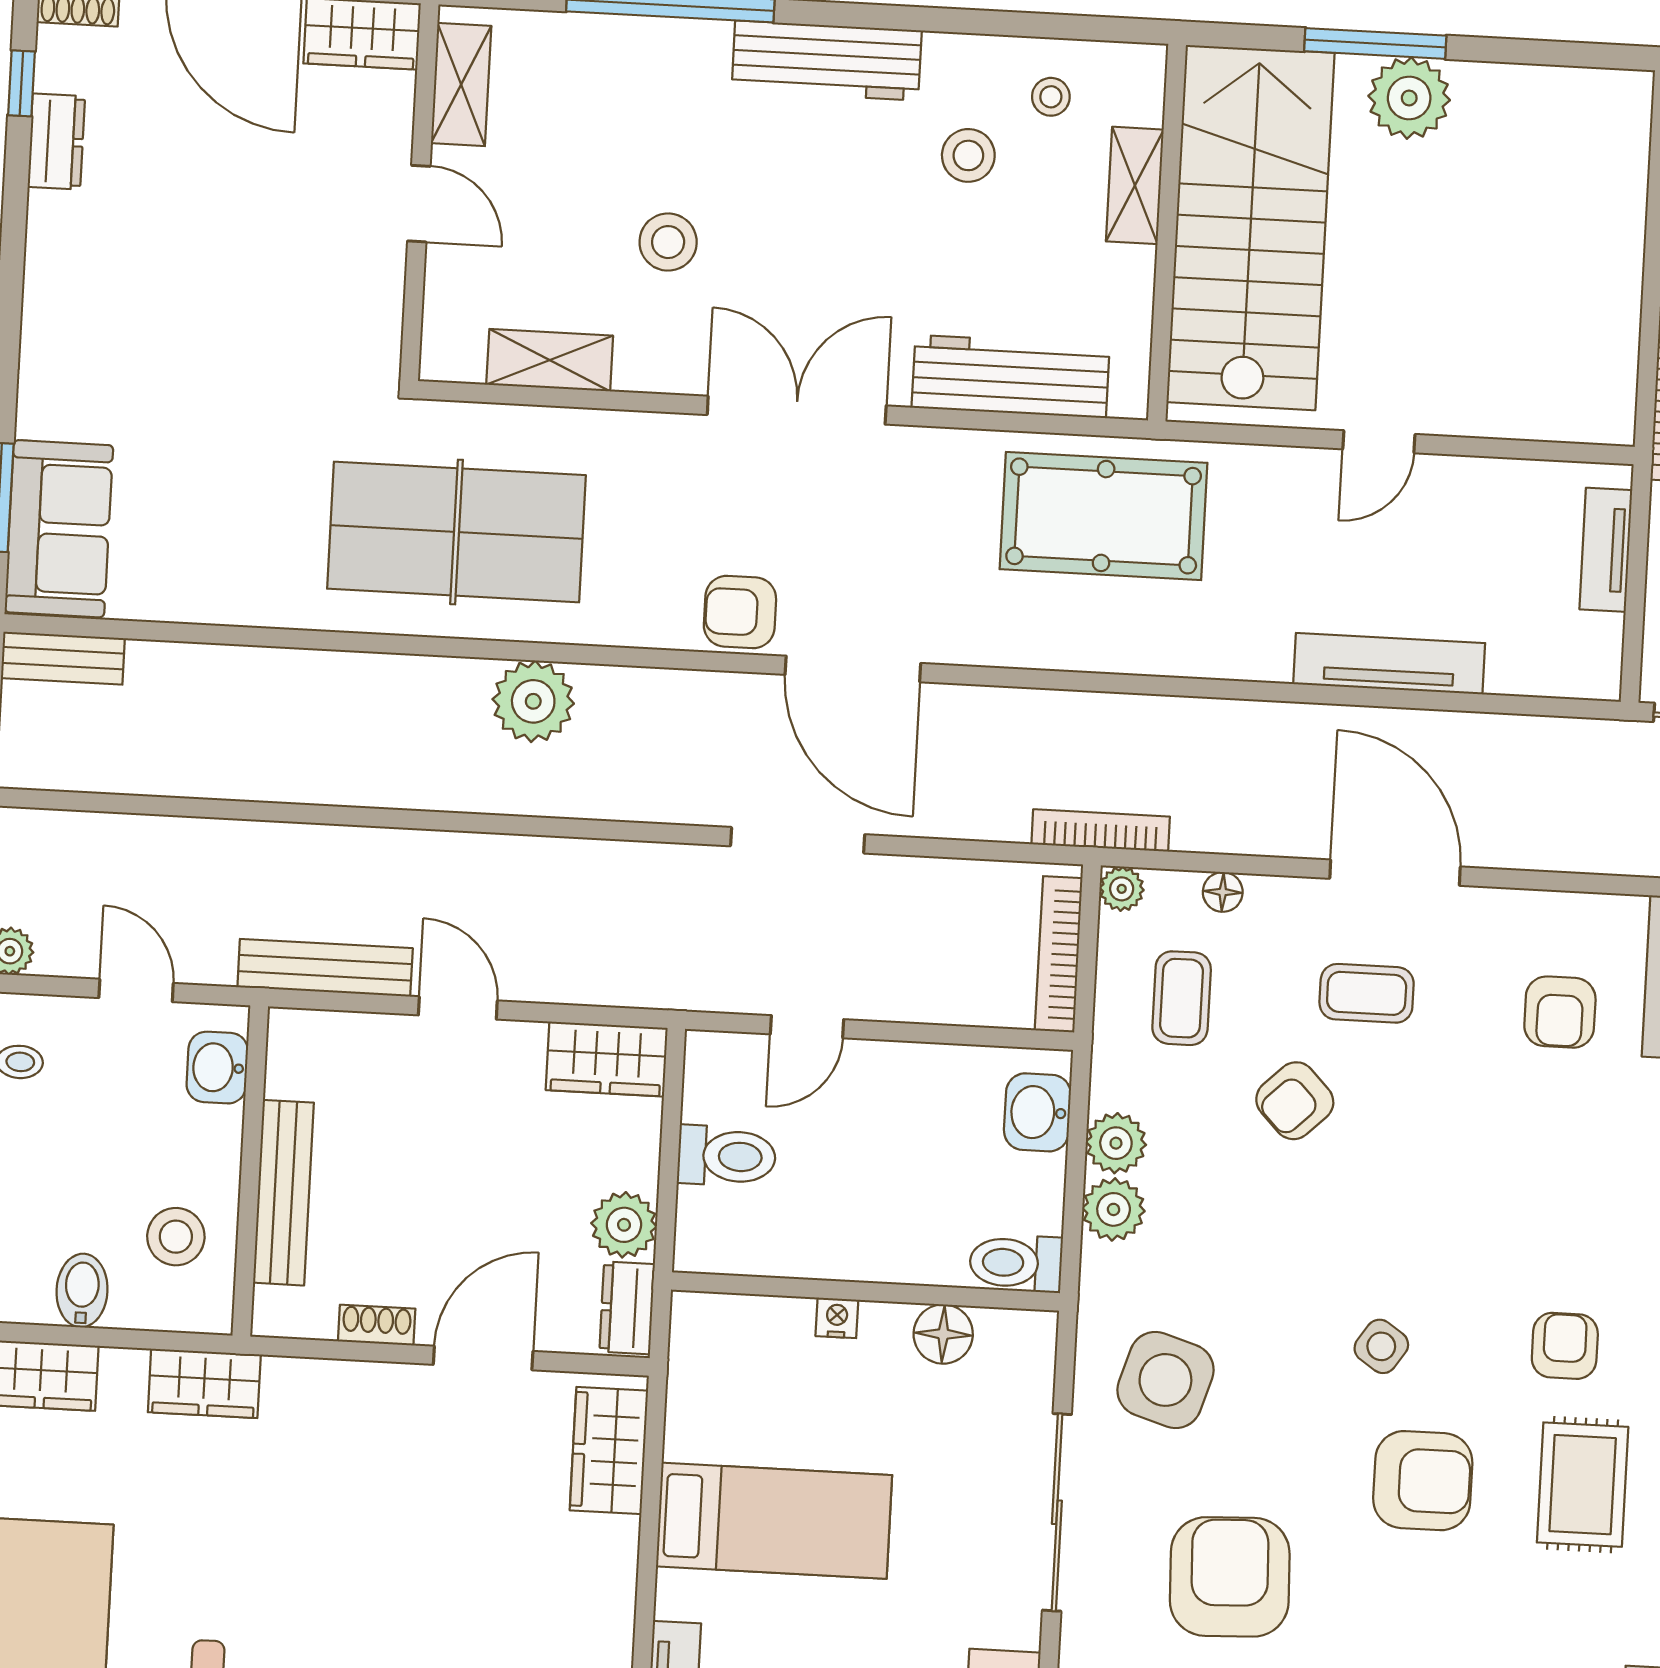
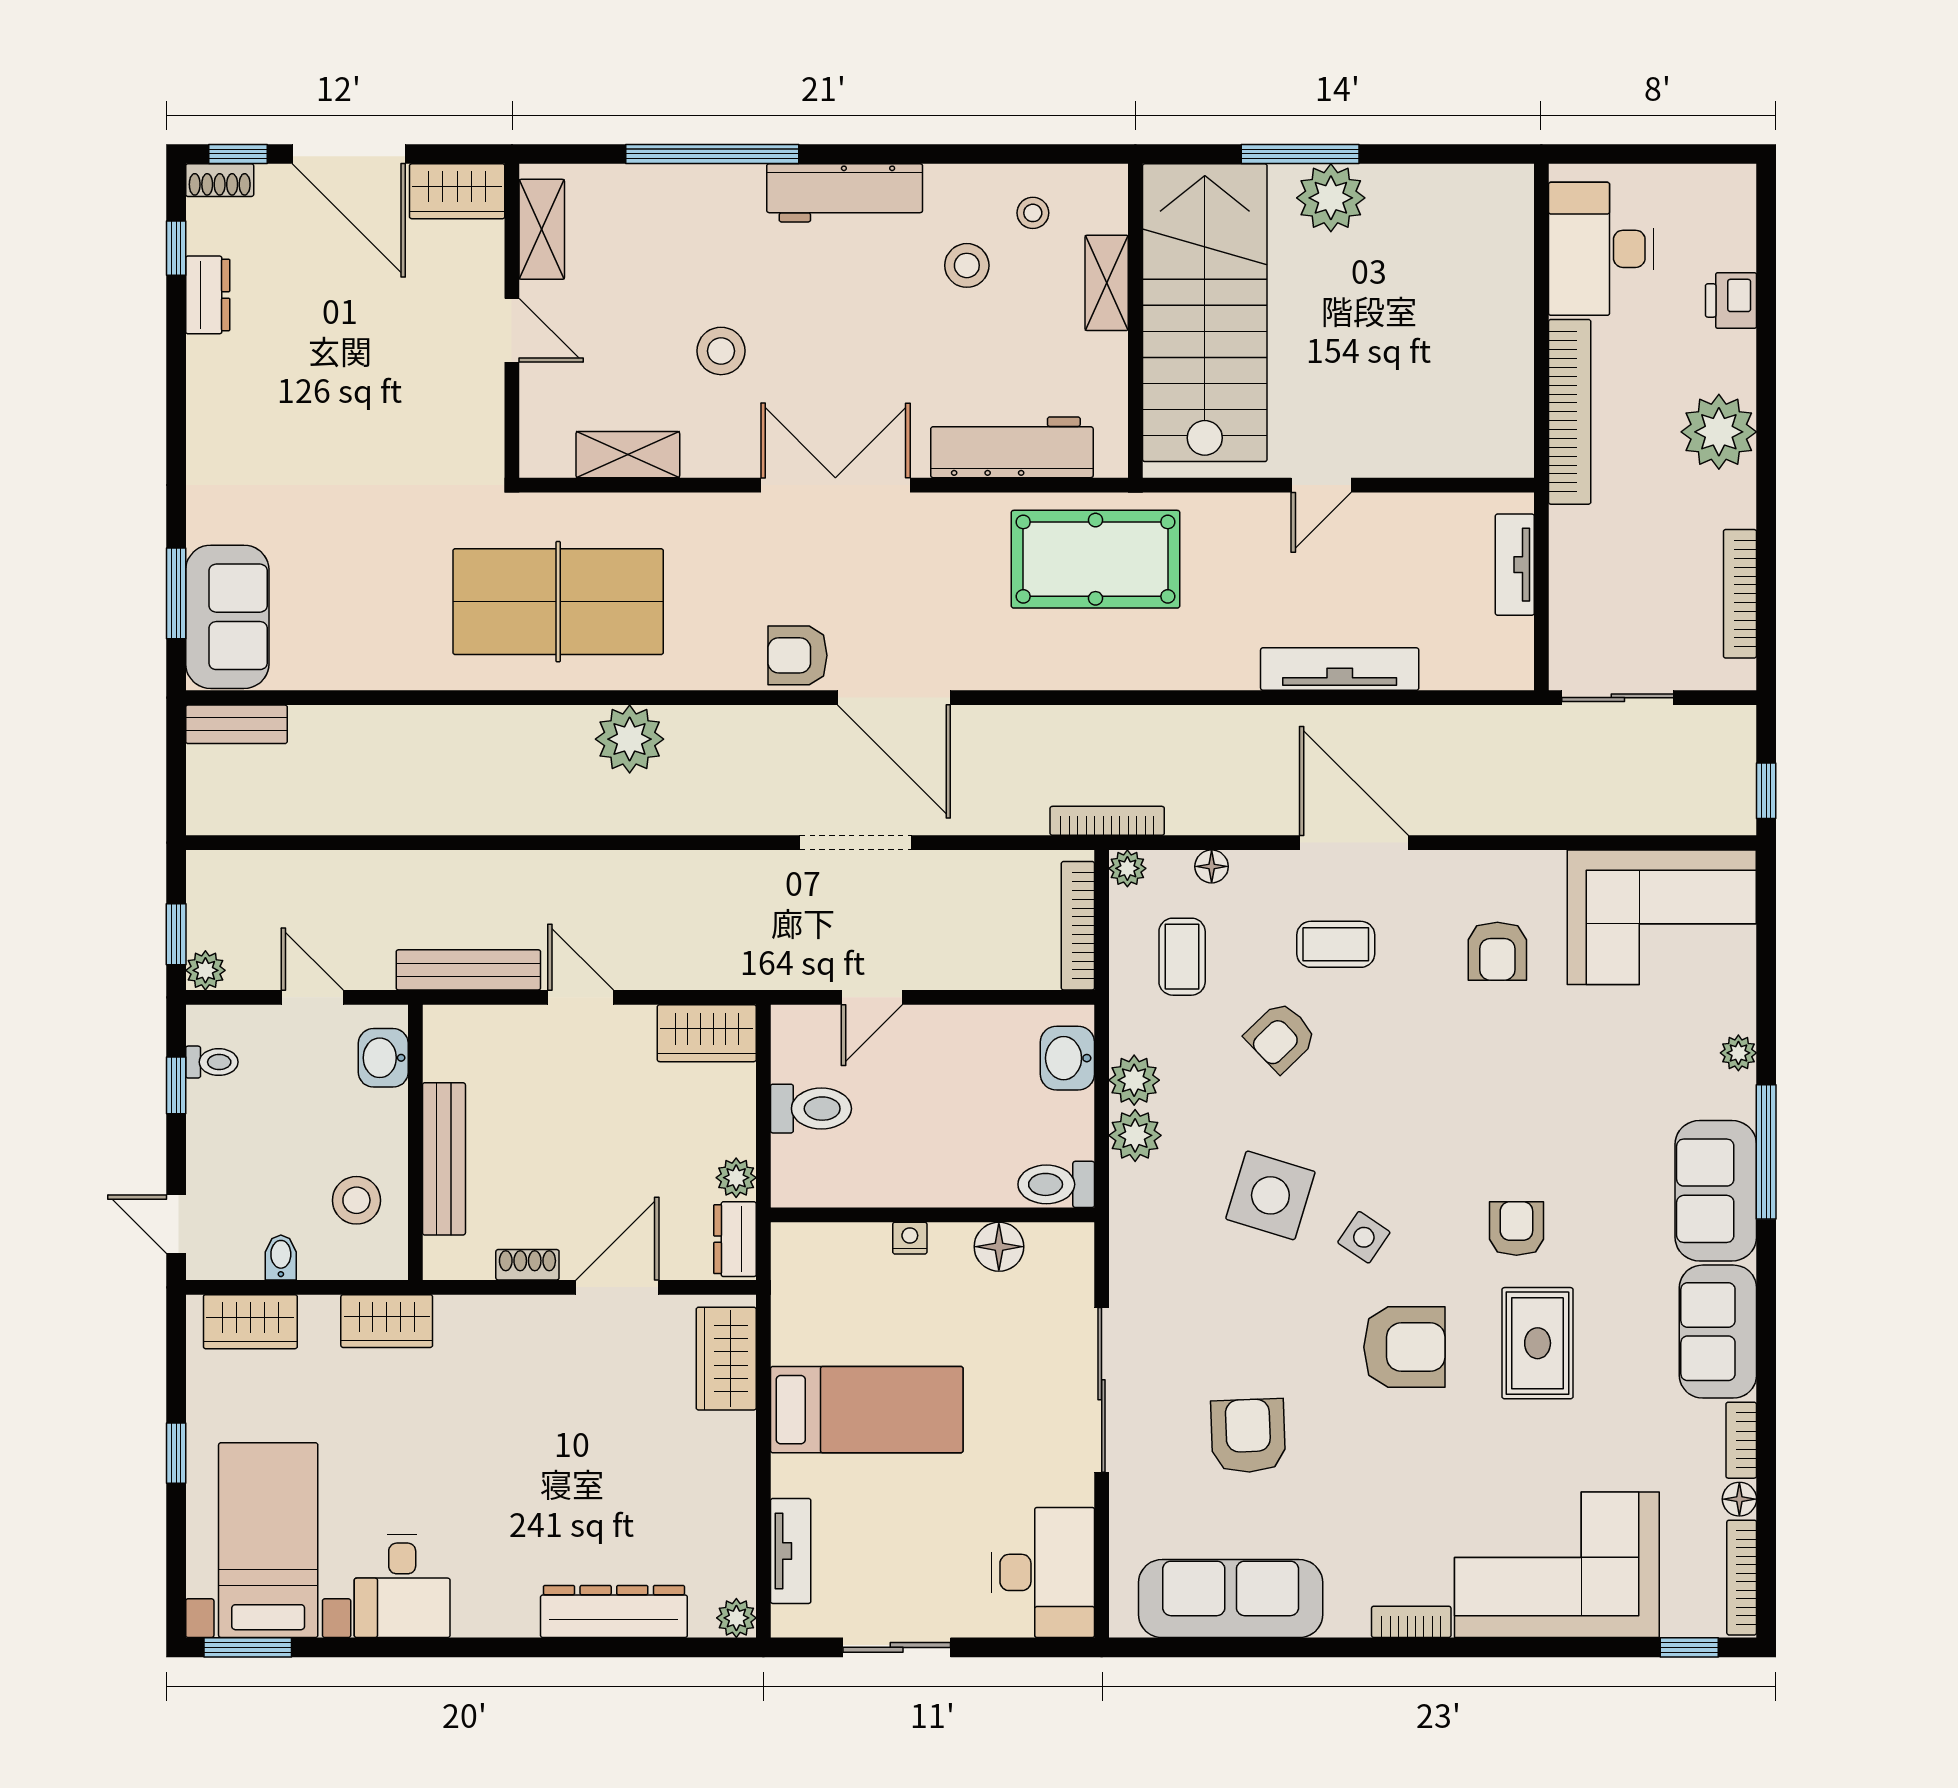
plant: (624, 1225) -> (736, 1178), width x0.73, depth x0.73
bidet: (82, 1291) -> (281, 1257), width x0.72, depth x0.74
side table: (1165, 1380) -> (1270, 1195), moved
armchair: (1230, 1577) -> (1248, 1436), width x0.73, depth x0.73

